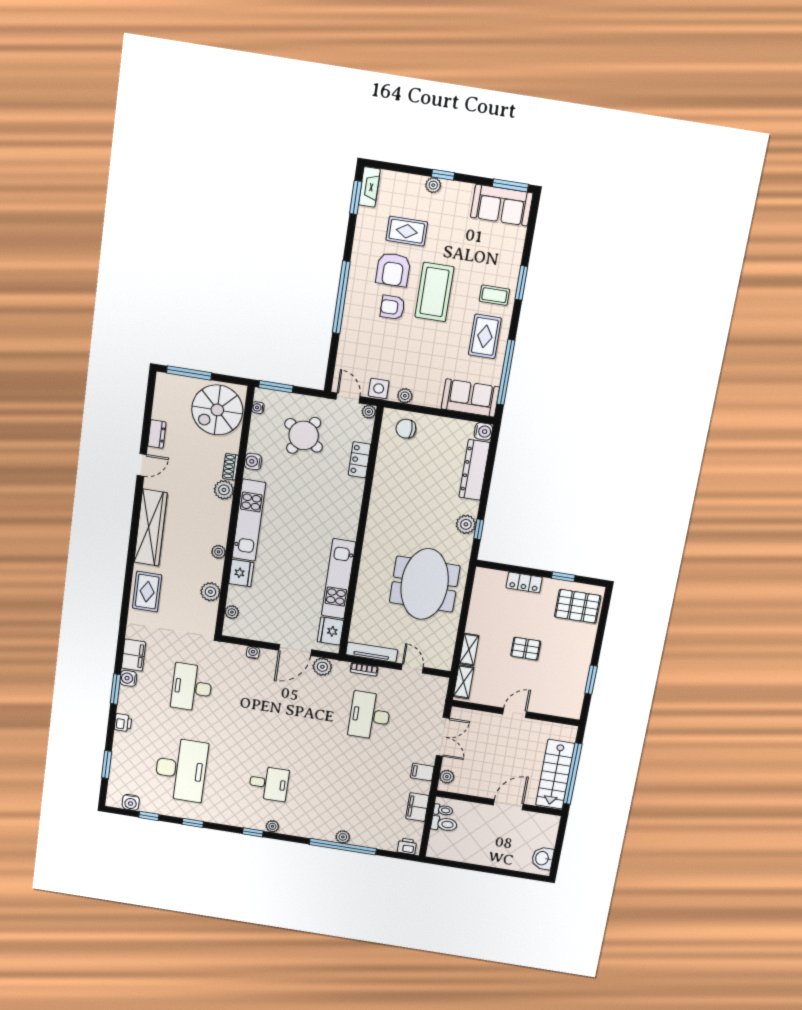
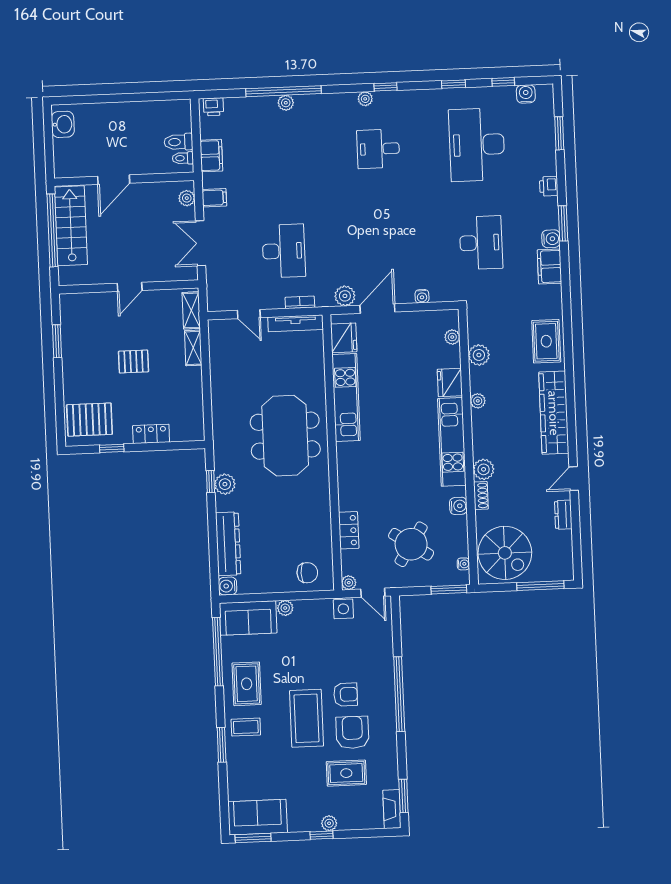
plant: (405, 396) -> (285, 608), moved
spiral stairs: (217, 410) -> (505, 553), turned 90
meeting table: (425, 584) -> (285, 436), moved

